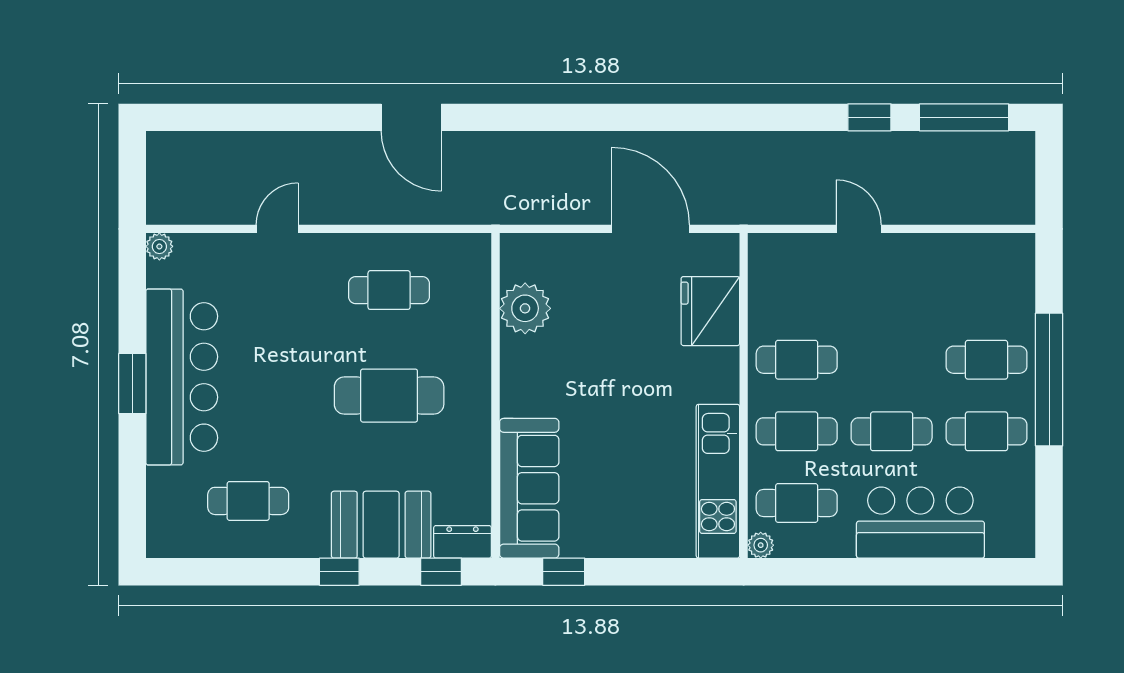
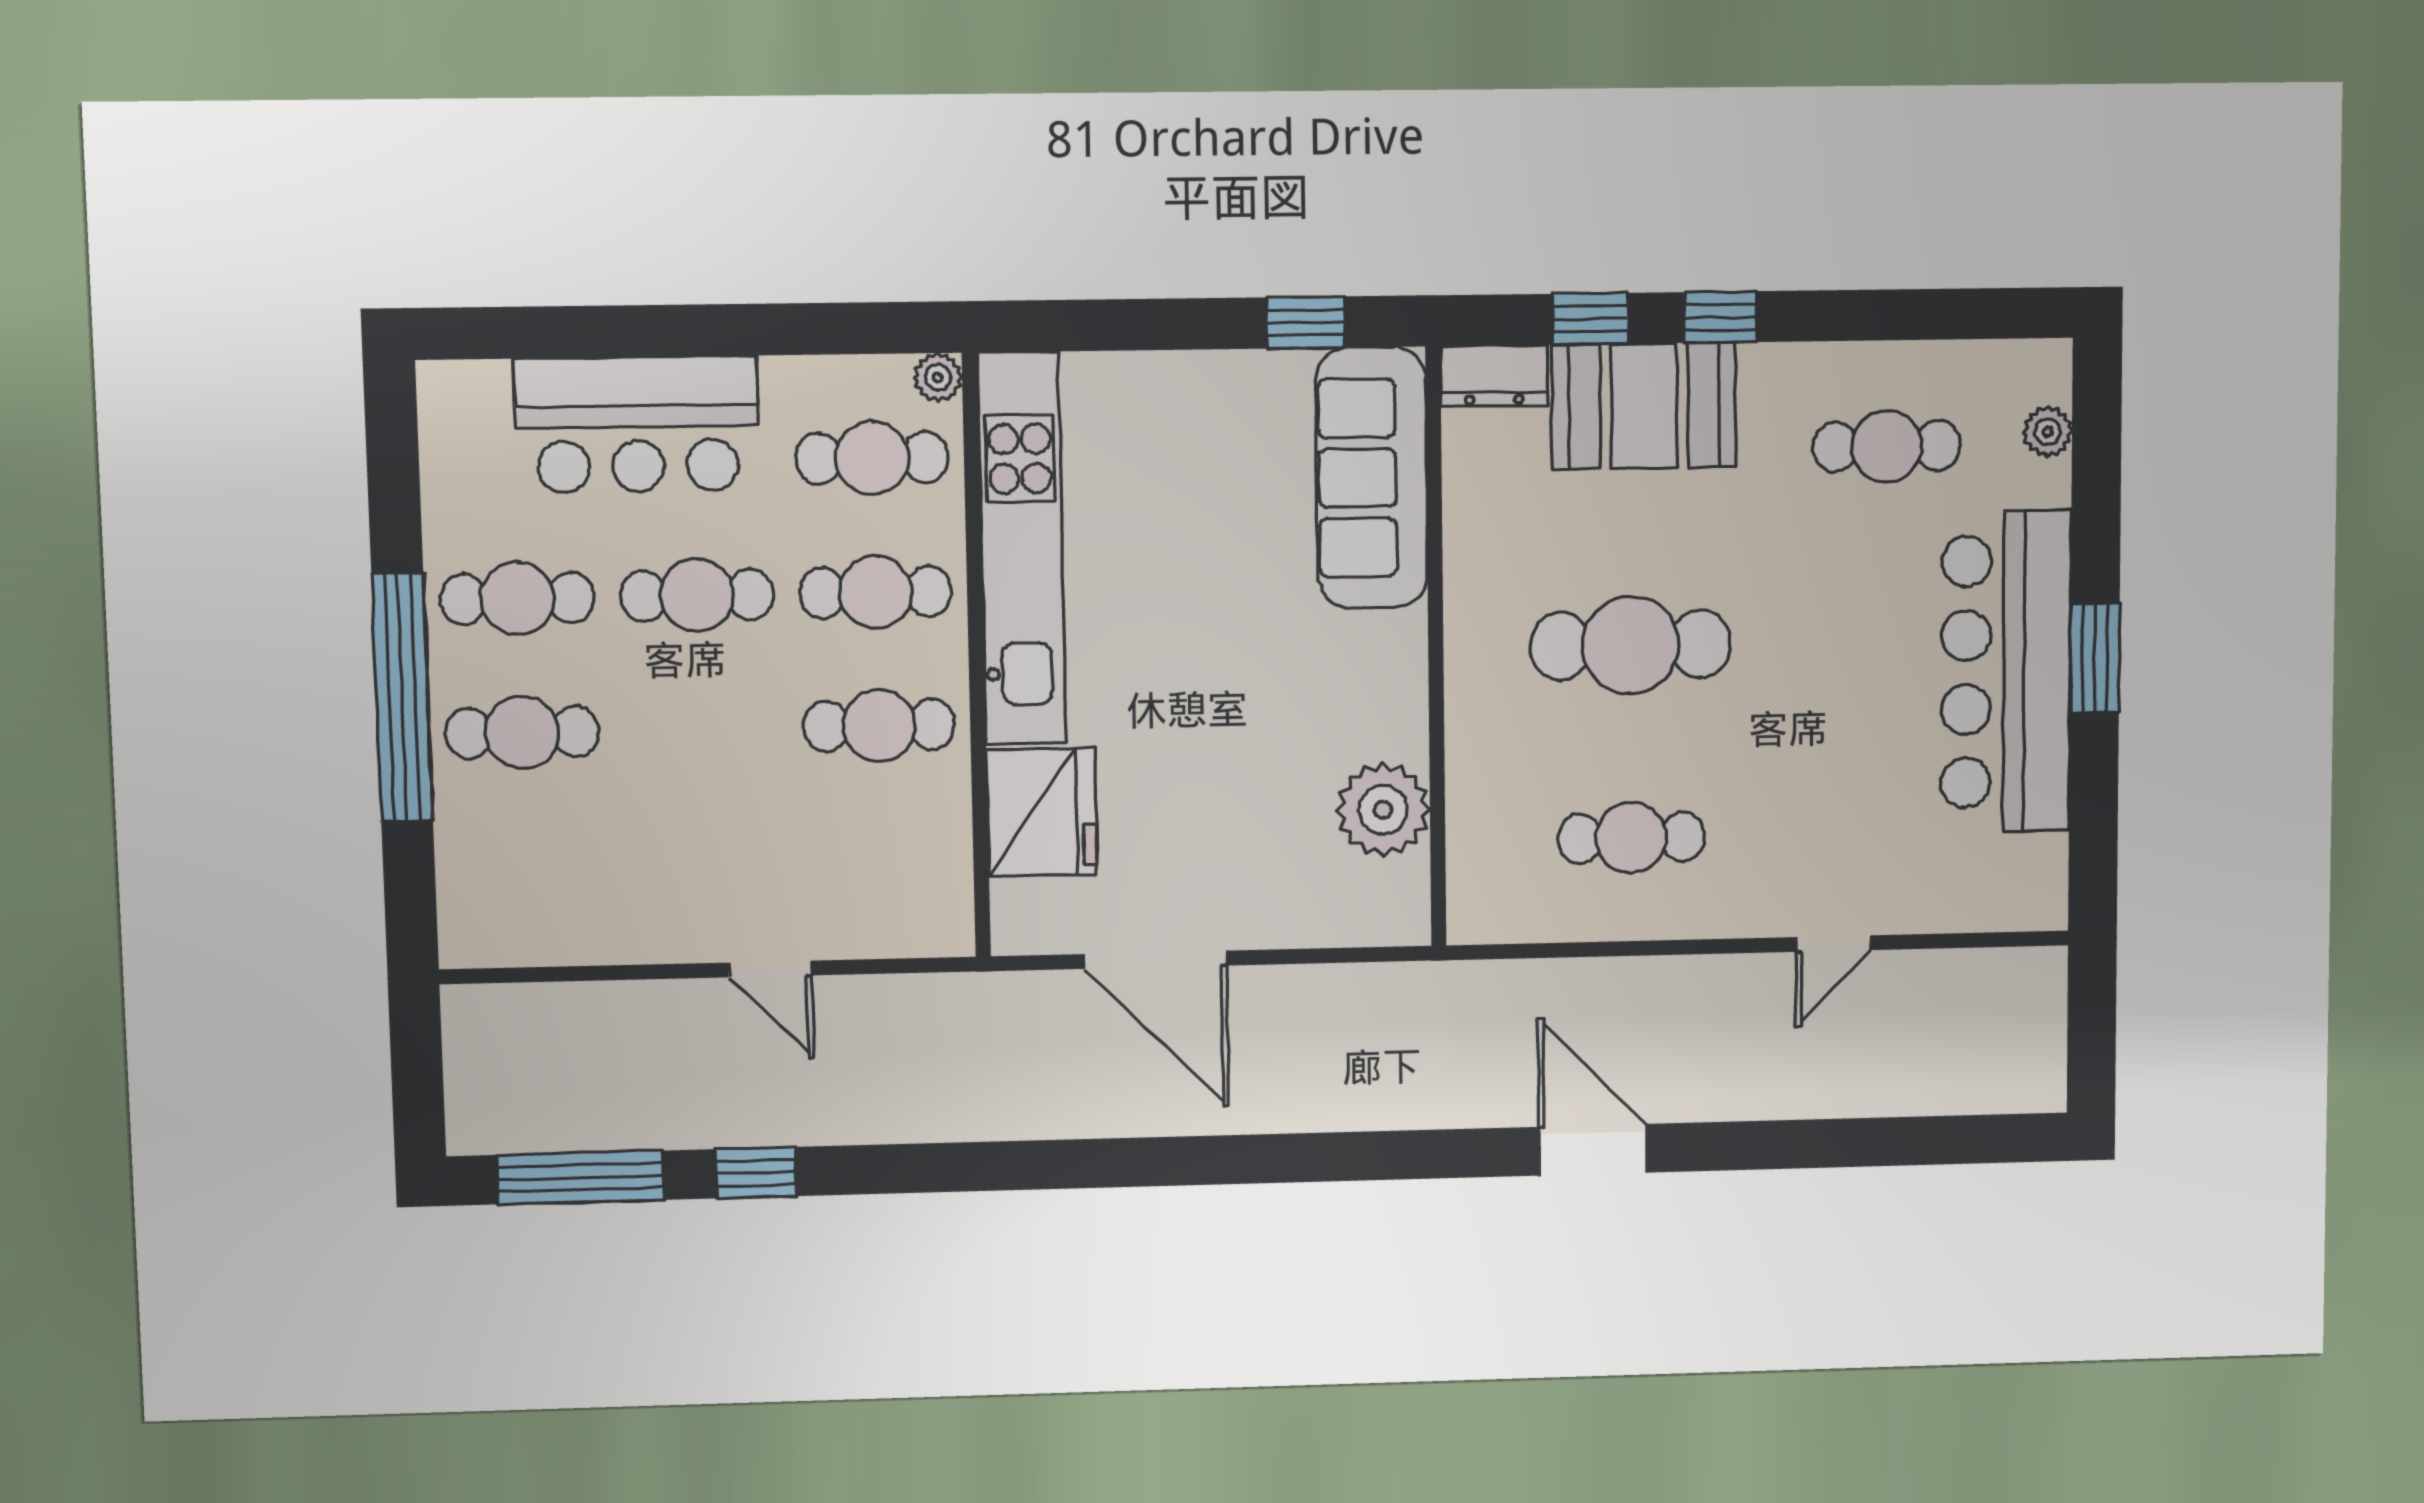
plant: (159, 246) -> (2048, 432), moved
kitchen unit: (718, 481) -> (1022, 549), width x1.36
window: (441, 572) -> (1590, 319), moved

